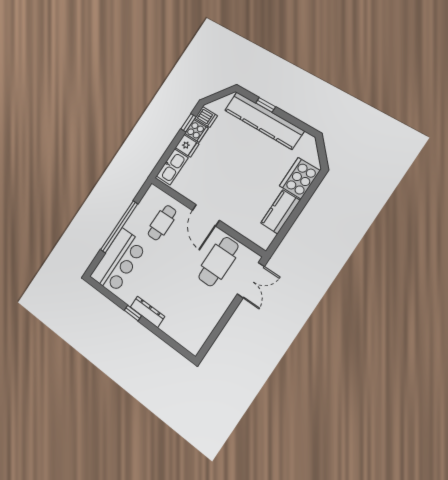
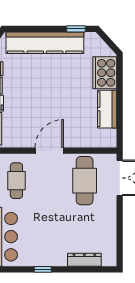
window: (266, 105) -> (76, 29), moved
door: (206, 215) -> (49, 151), swing flipped
dresser: (147, 312) -> (84, 260), moved

